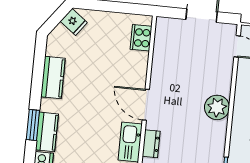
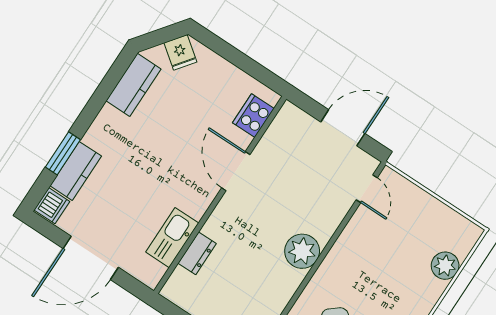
kitchen counter: (53, 78) -> (134, 85), moved
door: (146, 105) -> (236, 171), moved

